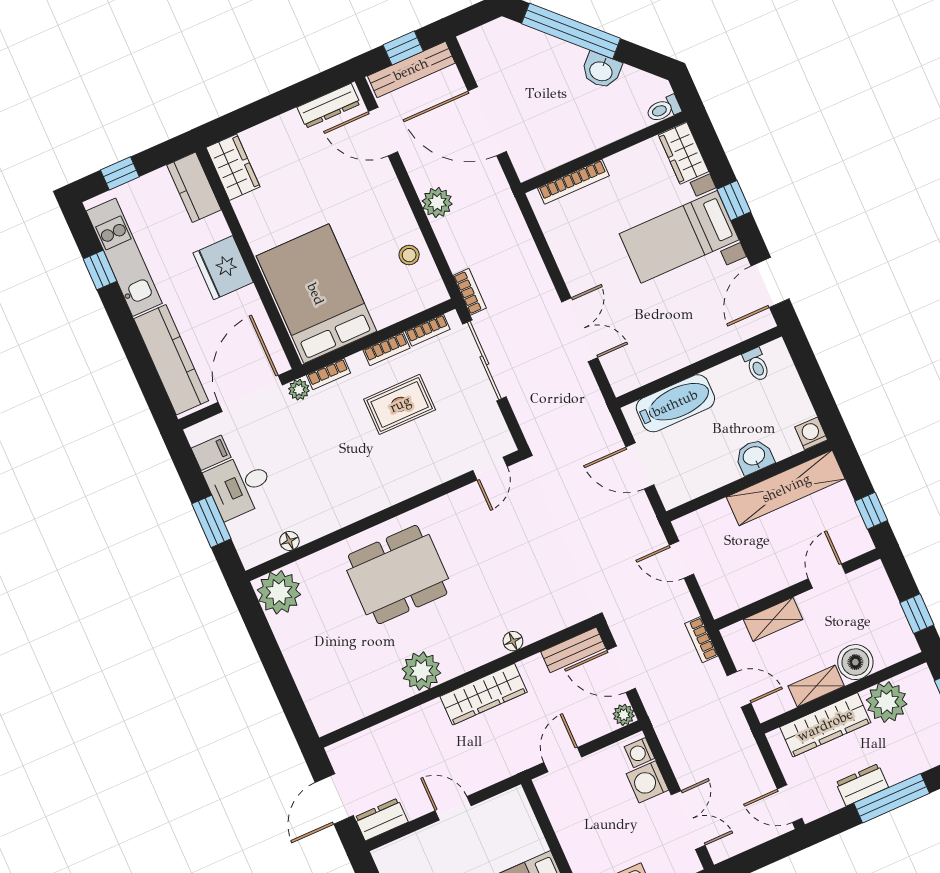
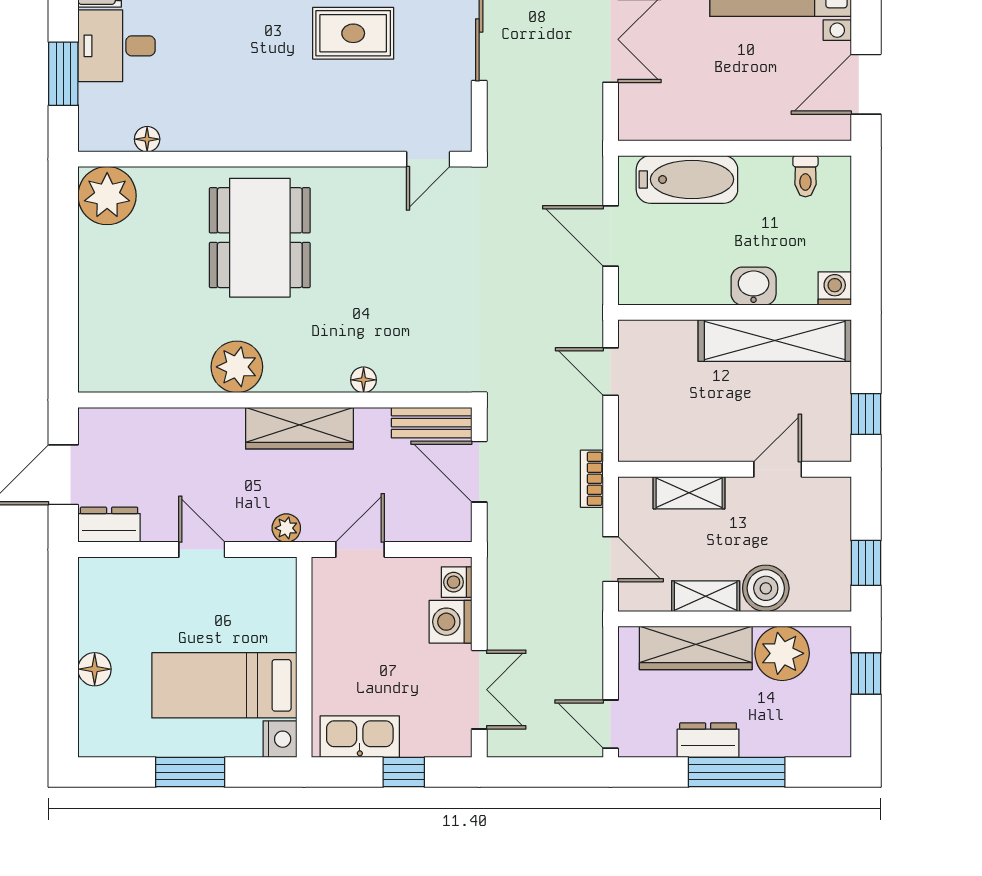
dining table: (398, 575) -> (260, 238), turned 90
plant: (624, 715) -> (286, 528), moved

